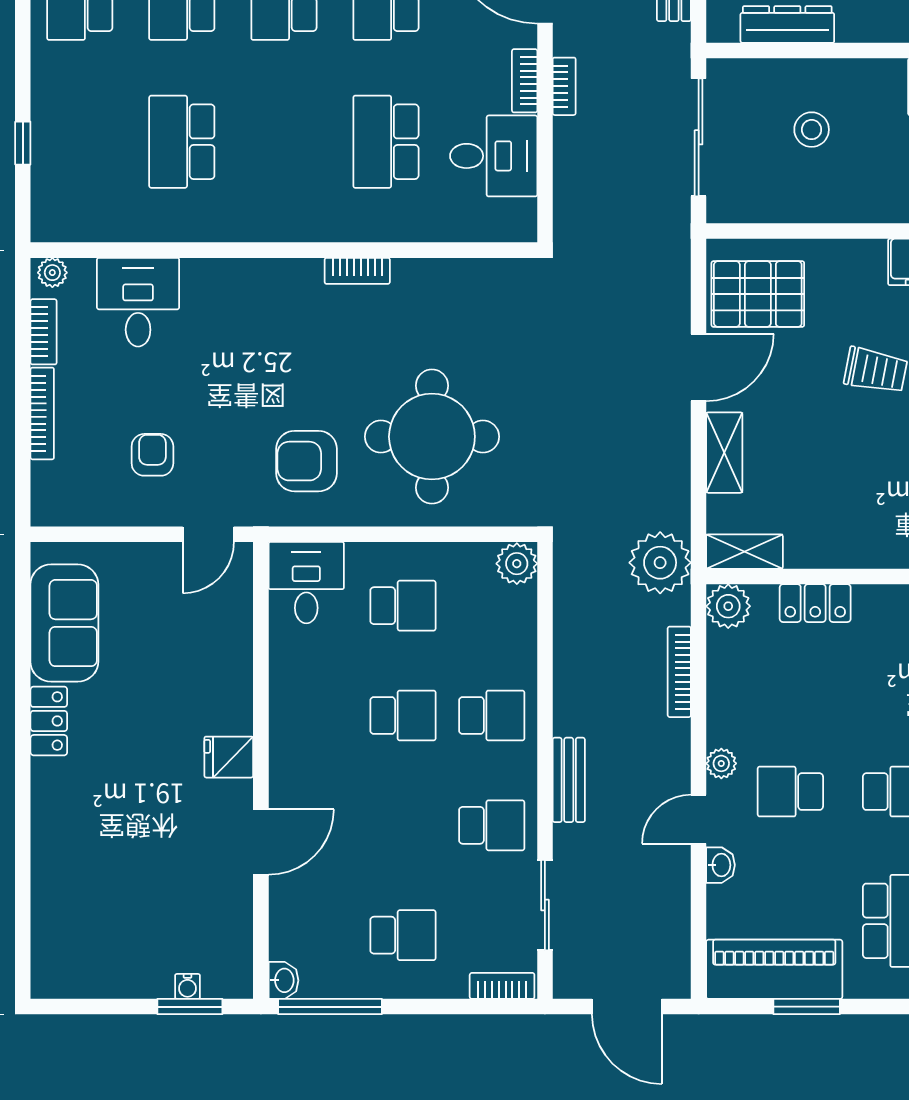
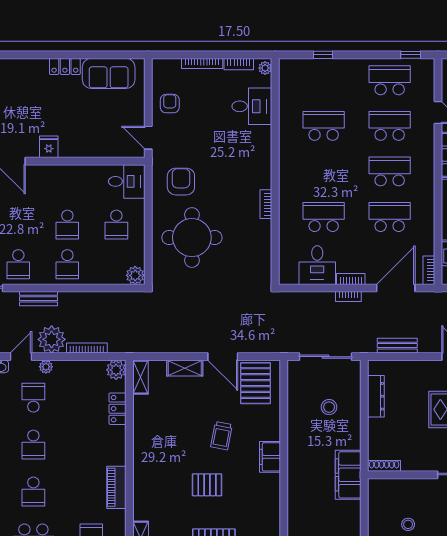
armchair: (152, 455) -> (170, 104), moved, turned -90
plant: (660, 563) -> (52, 339), moved
door: (699, 819) -> (21, 357), hinge flipped

